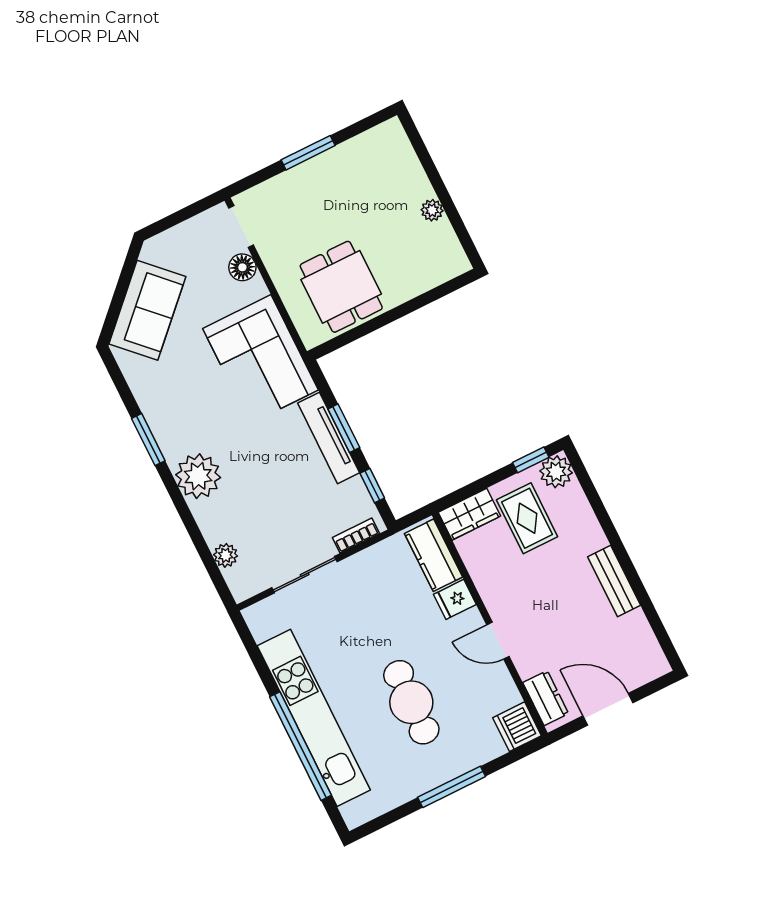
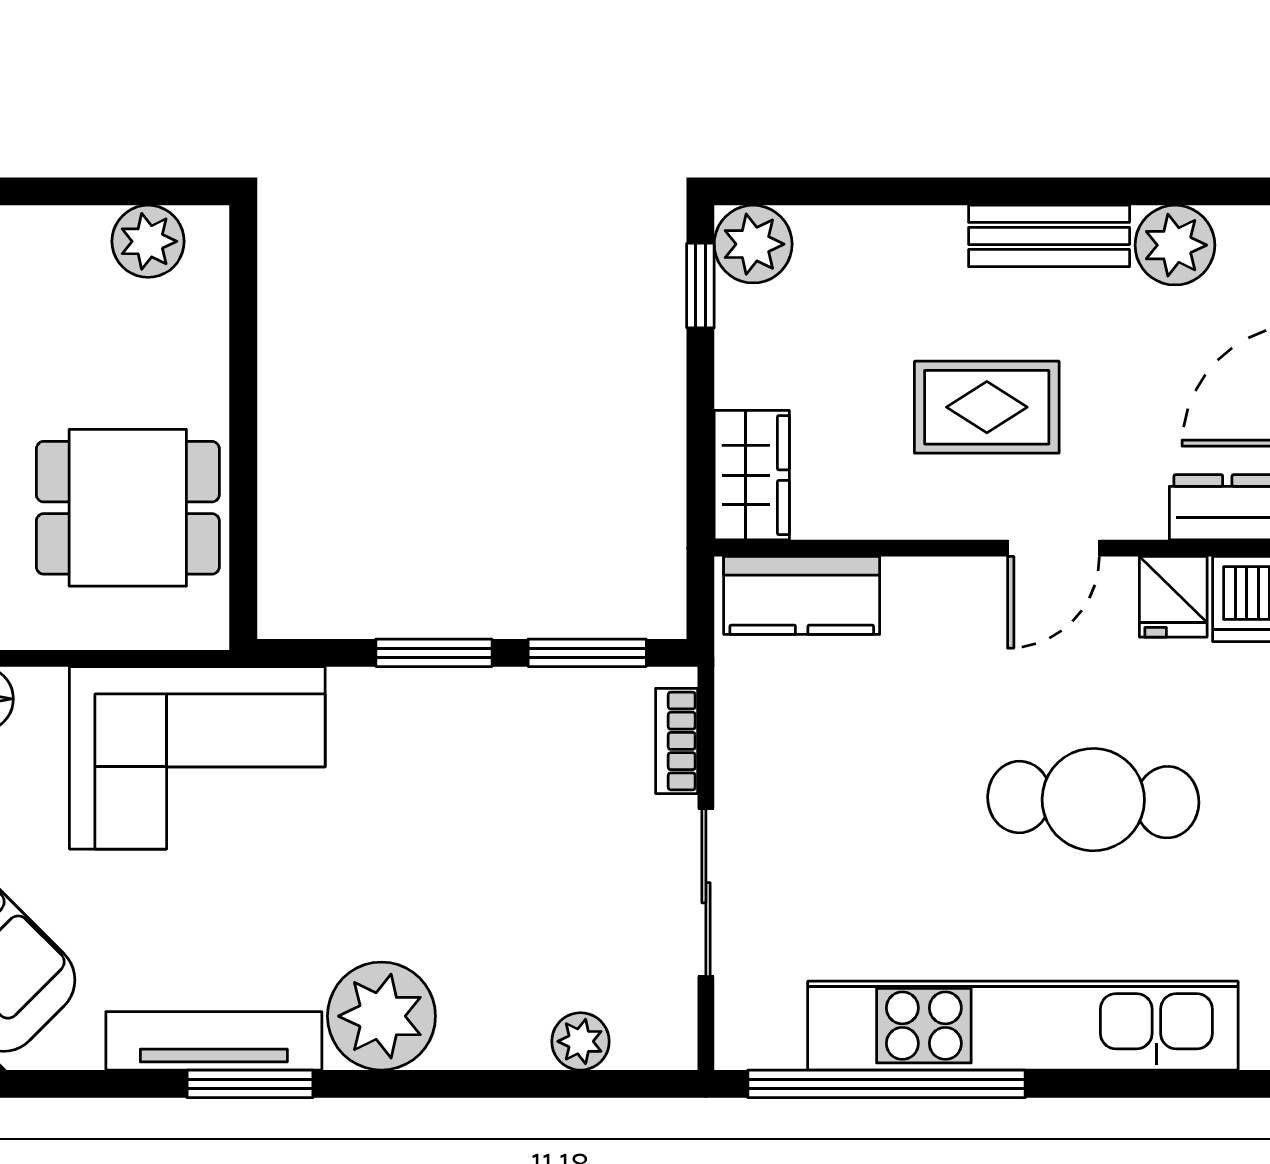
plant: (432, 210) -> (148, 241), moved, width x1.38, depth x1.38
tv unit: (329, 438) -> (214, 1041), moved, turned 180
window: (372, 486) -> (587, 653), width x1.50
rug: (527, 518) -> (987, 407), moved
fridge: (455, 599) -> (1173, 597), moved
plant: (634, 630) -> (1175, 245), added
window: (300, 746) -> (886, 1084), moved

